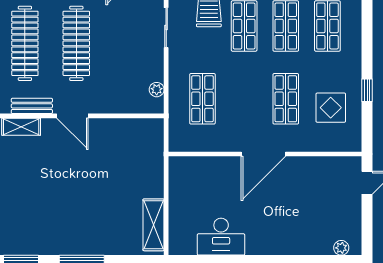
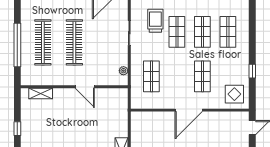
bench: (32, 106) -> (47, 81), removed
display table: (331, 108) -> (234, 94), moved
door: (72, 116) -> (85, 87), moved

